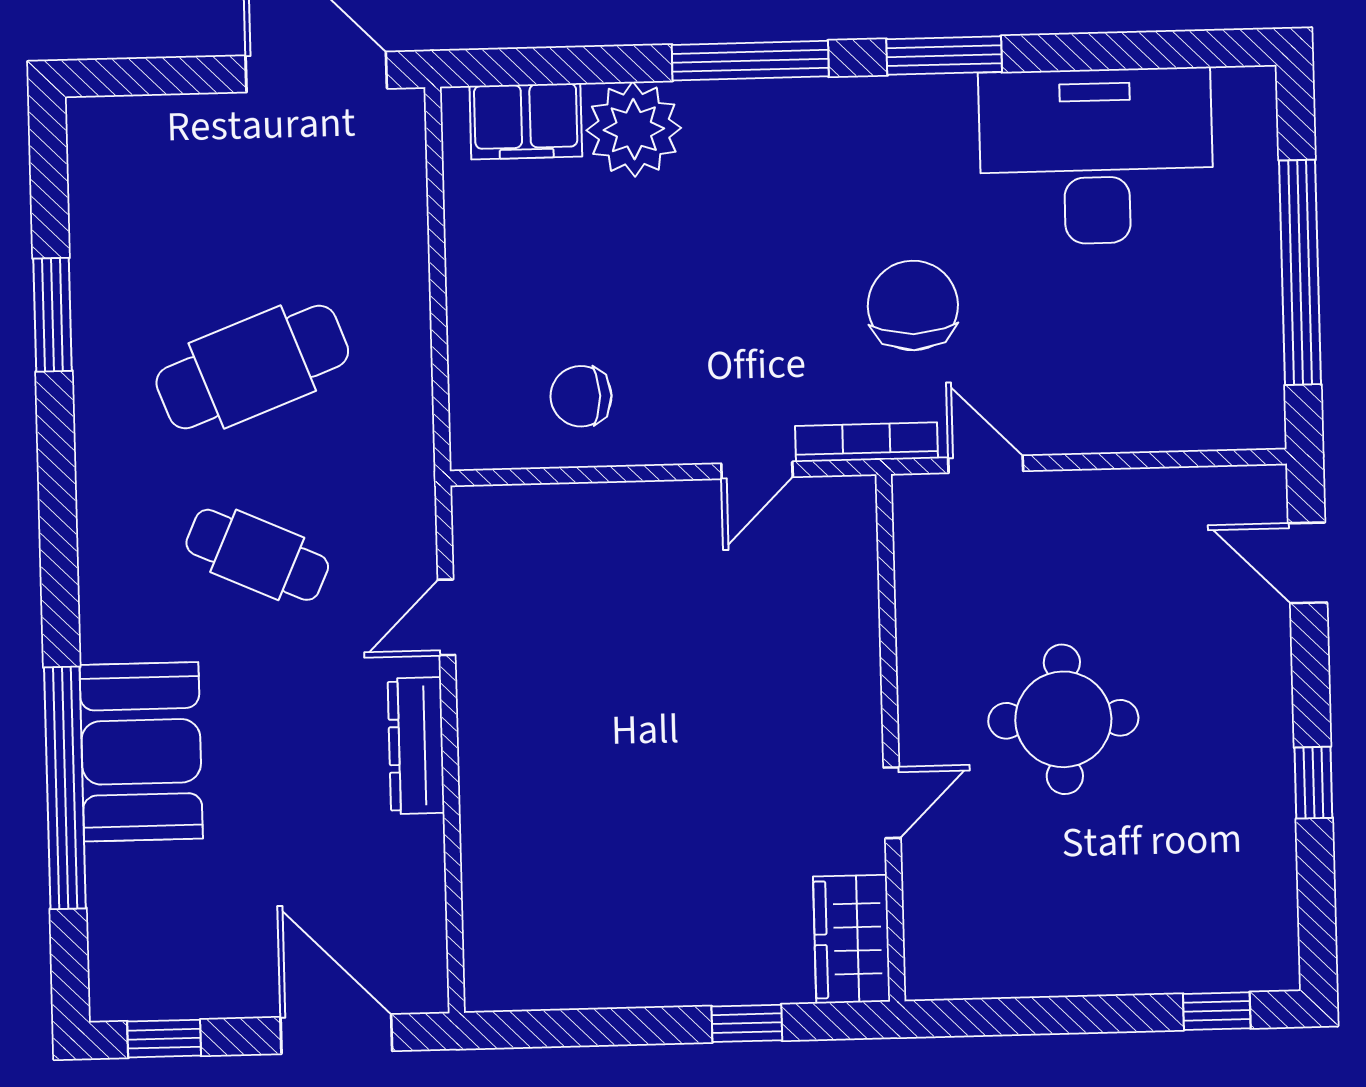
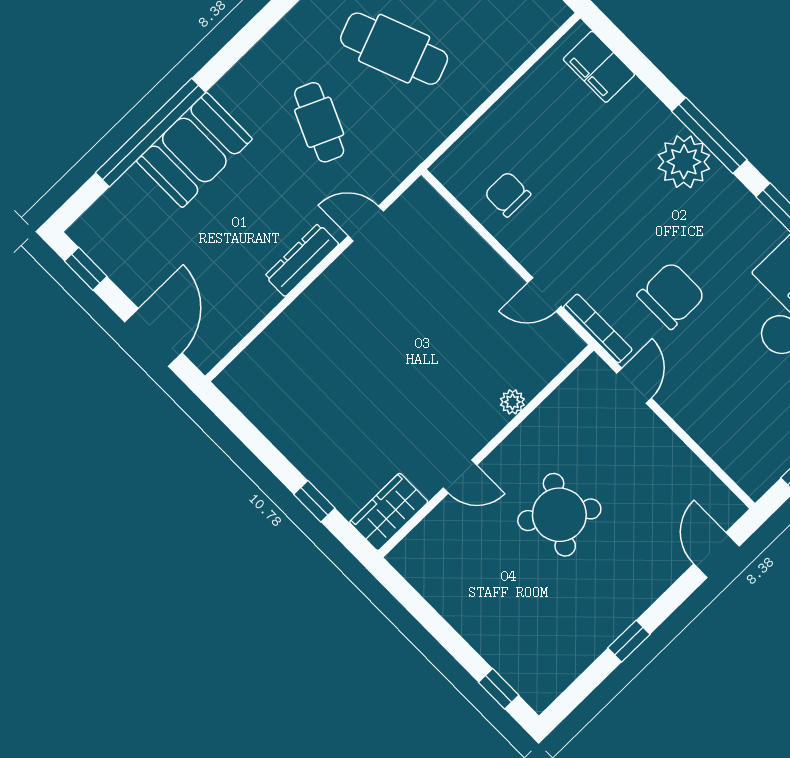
plant: (634, 129) -> (684, 162), moved
plant: (859, 643) -> (512, 402), added
round table: (1063, 719) -> (559, 515), turned 34

